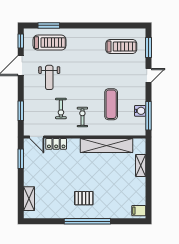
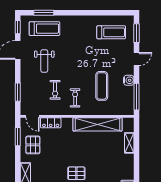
water cooler: (140, 111) -> (129, 80), moved
pallet: (37, 168) -> (33, 145), added

